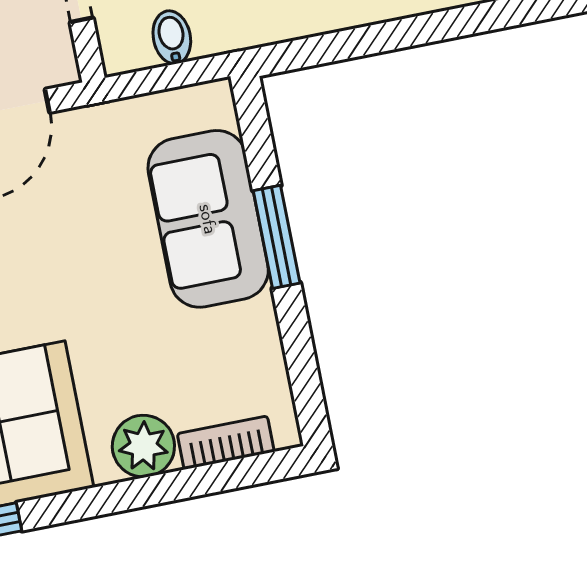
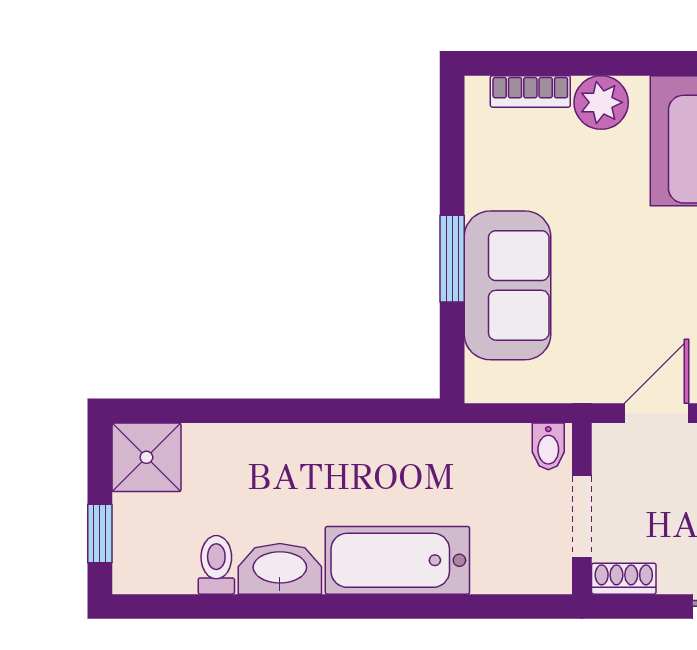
bidet: (172, 37) -> (548, 446), moved

